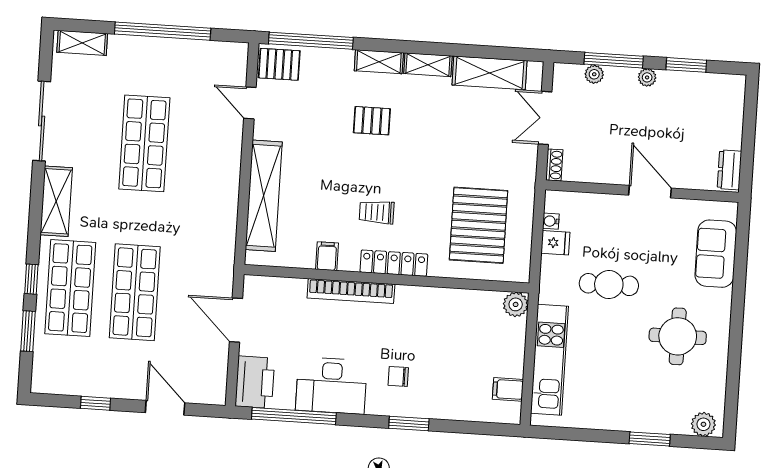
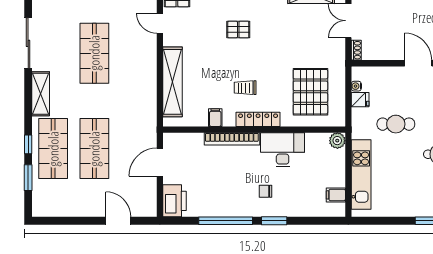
door: (236, 320) -> (160, 162), hinge flipped
desk: (331, 386) -> (283, 150), moved, turned 180
window: (95, 403) -> (74, 221), removed
window: (294, 416) -> (226, 221), moved

